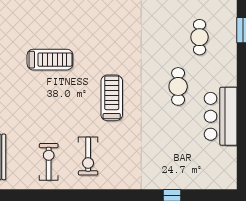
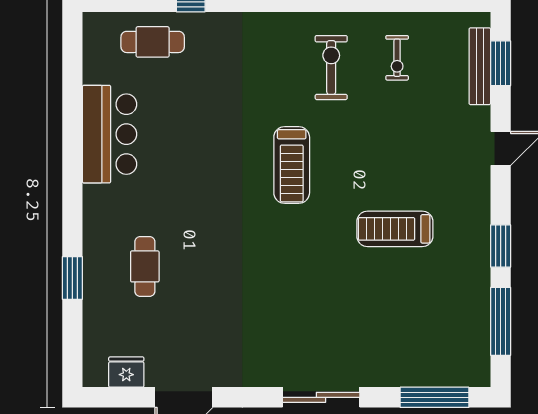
cafe table: (178, 86) -> (153, 42), moved, turned 90
exercise bike: (49, 162) -> (397, 58), width x0.73, depth x0.72

